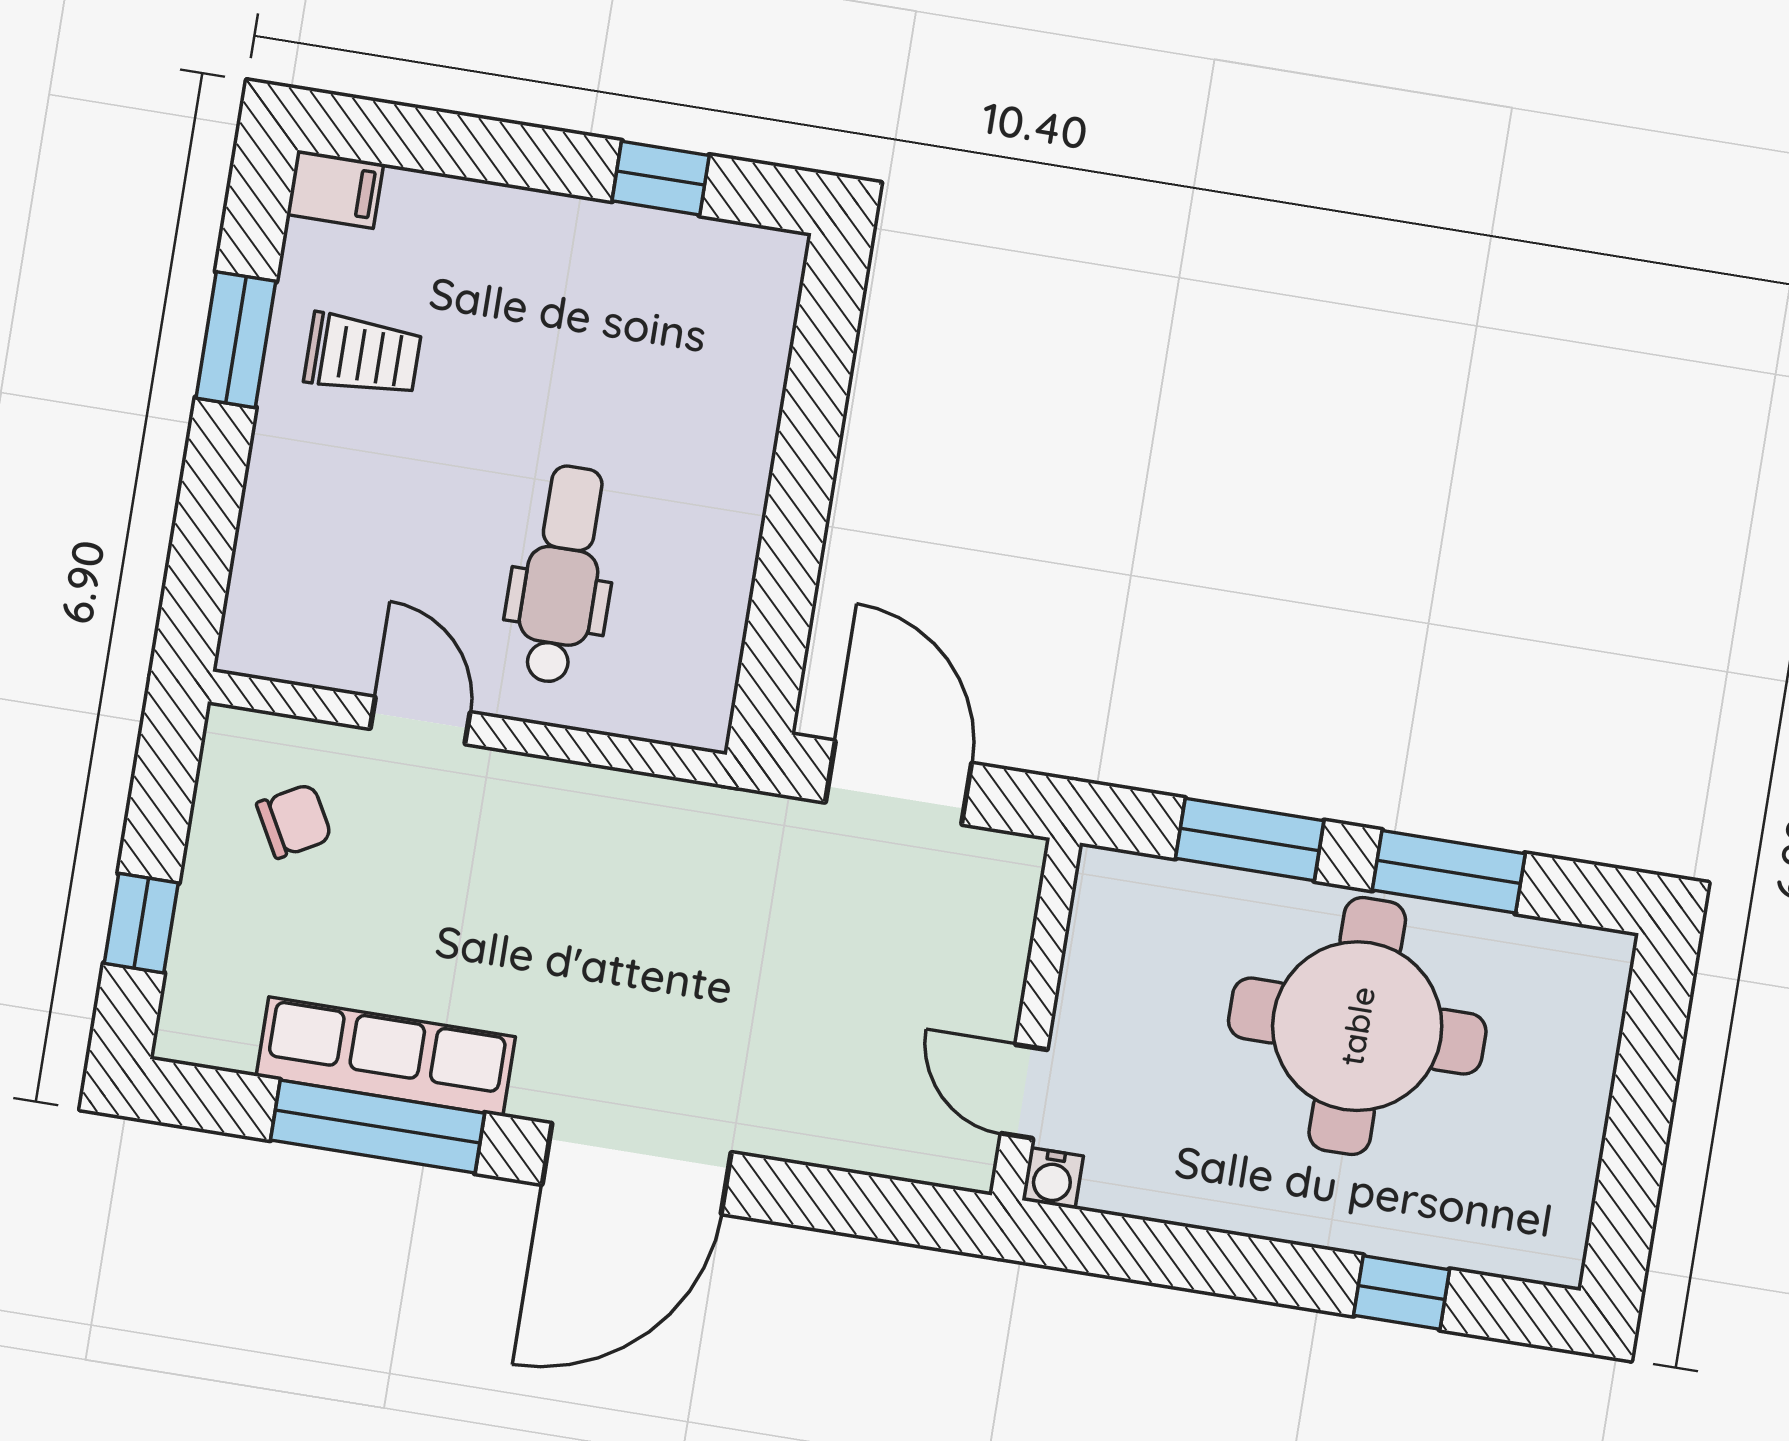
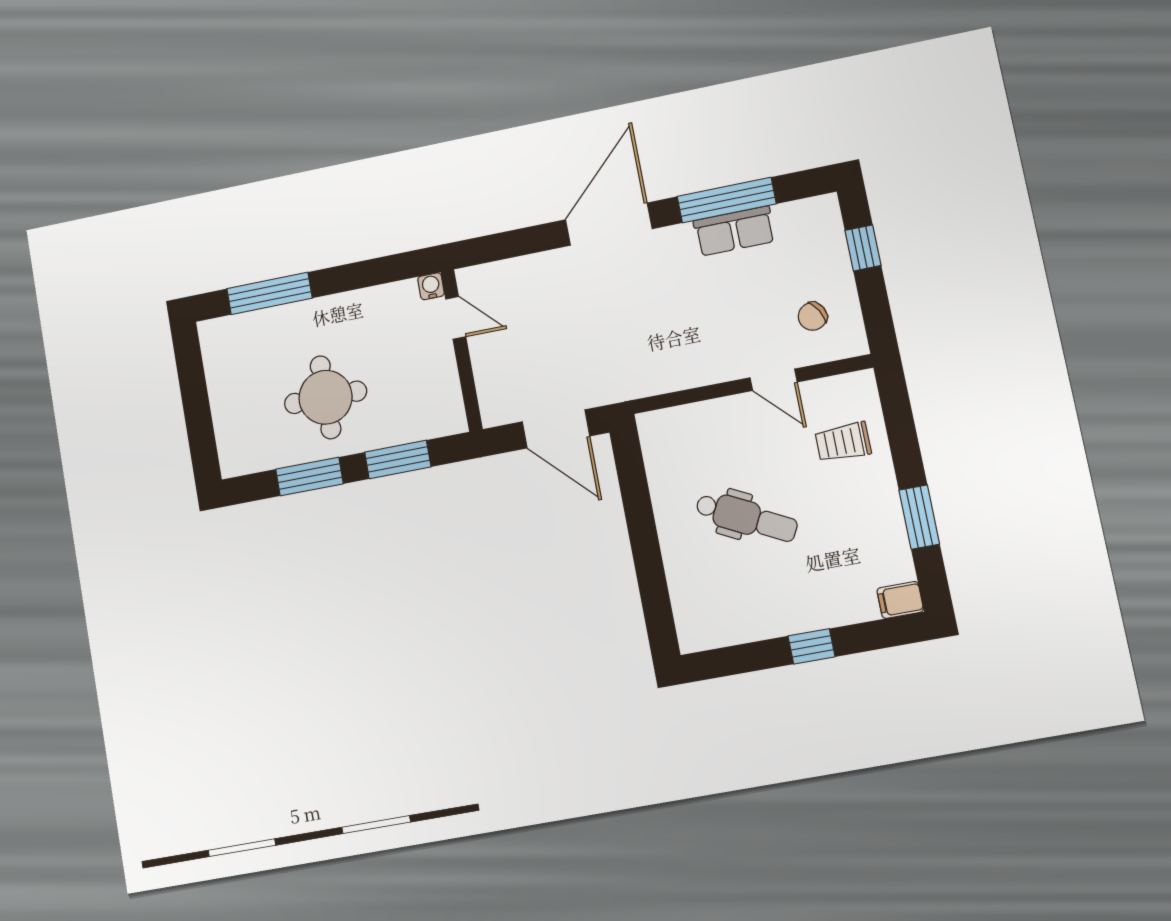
window: (661, 178) -> (811, 646), moved
trolley: (363, 355) -> (843, 442), moved
dental chair: (562, 575) -> (746, 517), moved, turned -63
round table: (1357, 1026) -> (326, 397), width x0.73, depth x0.73
row of seats: (386, 1056) -> (734, 231), width x0.68
window: (1402, 1292) -> (269, 293), width x2.17

